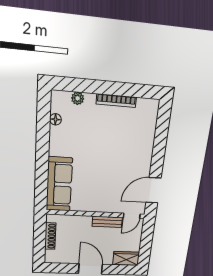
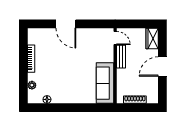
sofa: (59, 184) -> (105, 83), moved, turned -90
door: (153, 190) -> (66, 24), moved

